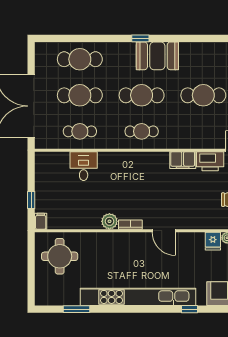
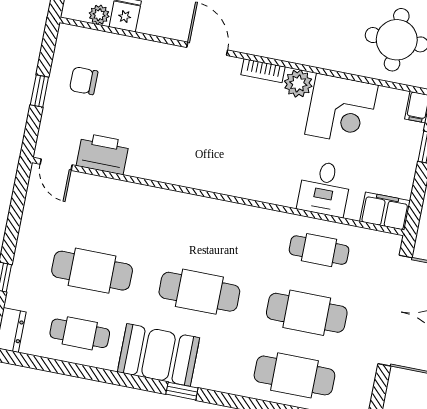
cafe table: (142, 131) -> (80, 333), moved
filing cabinet: (183, 160) -> (385, 211), moved
corner desk: (83, 212) -> (341, 110), added

